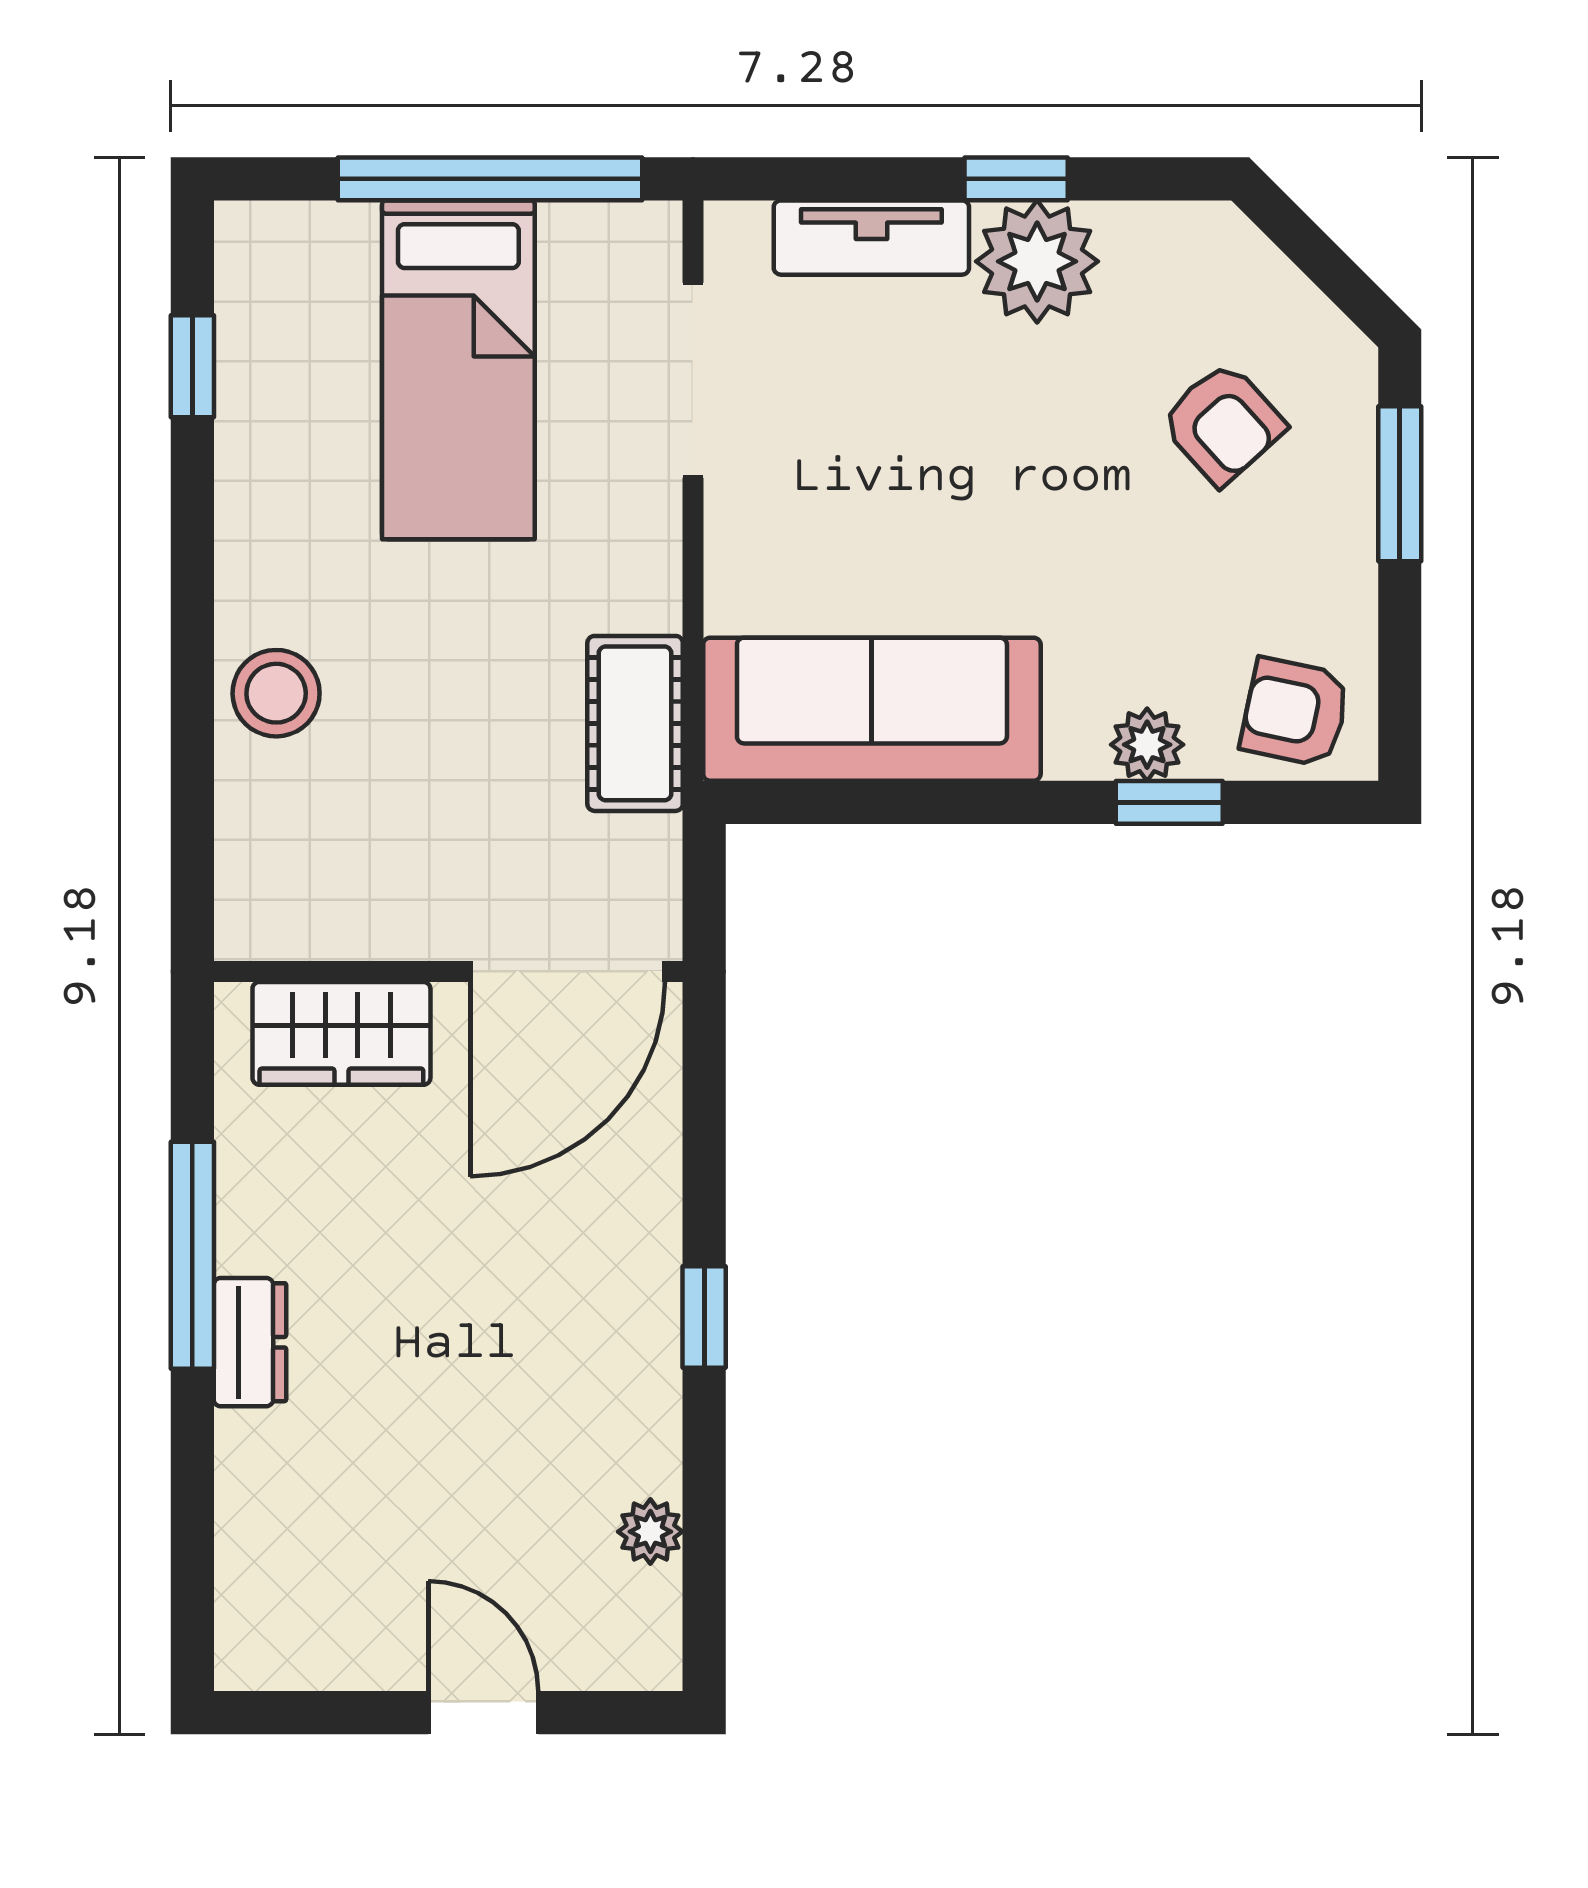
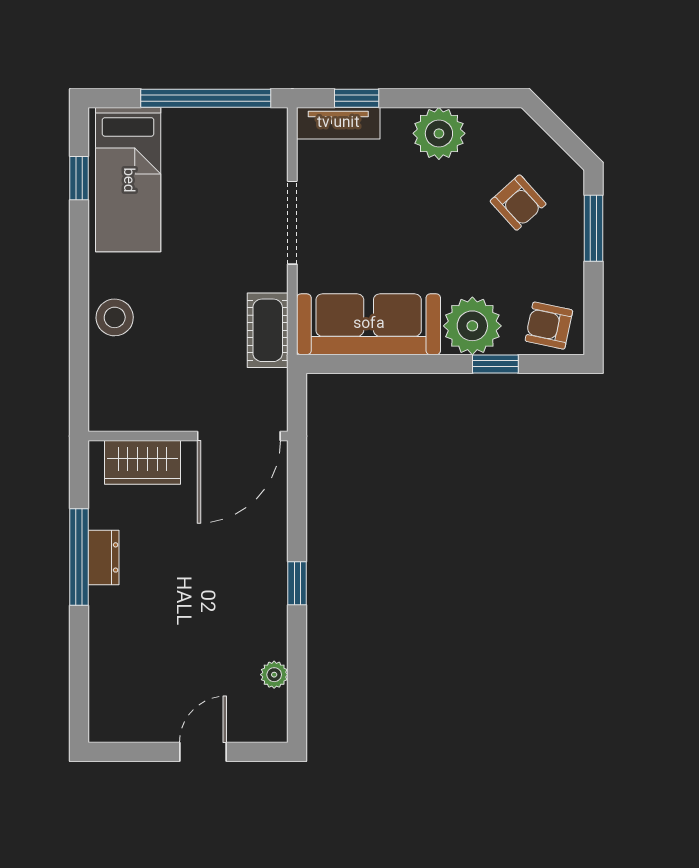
window: (1016, 179) -> (357, 98), moved
tv unit: (871, 238) -> (338, 123), moved
bed: (458, 370) -> (128, 180), moved
doorway: (693, 380) -> (292, 223), moved
plant: (1147, 745) -> (472, 326), width x1.88, depth x1.88
dresser: (250, 1342) -> (104, 557), moved
door: (483, 1713) -> (203, 752), hinge flipped

